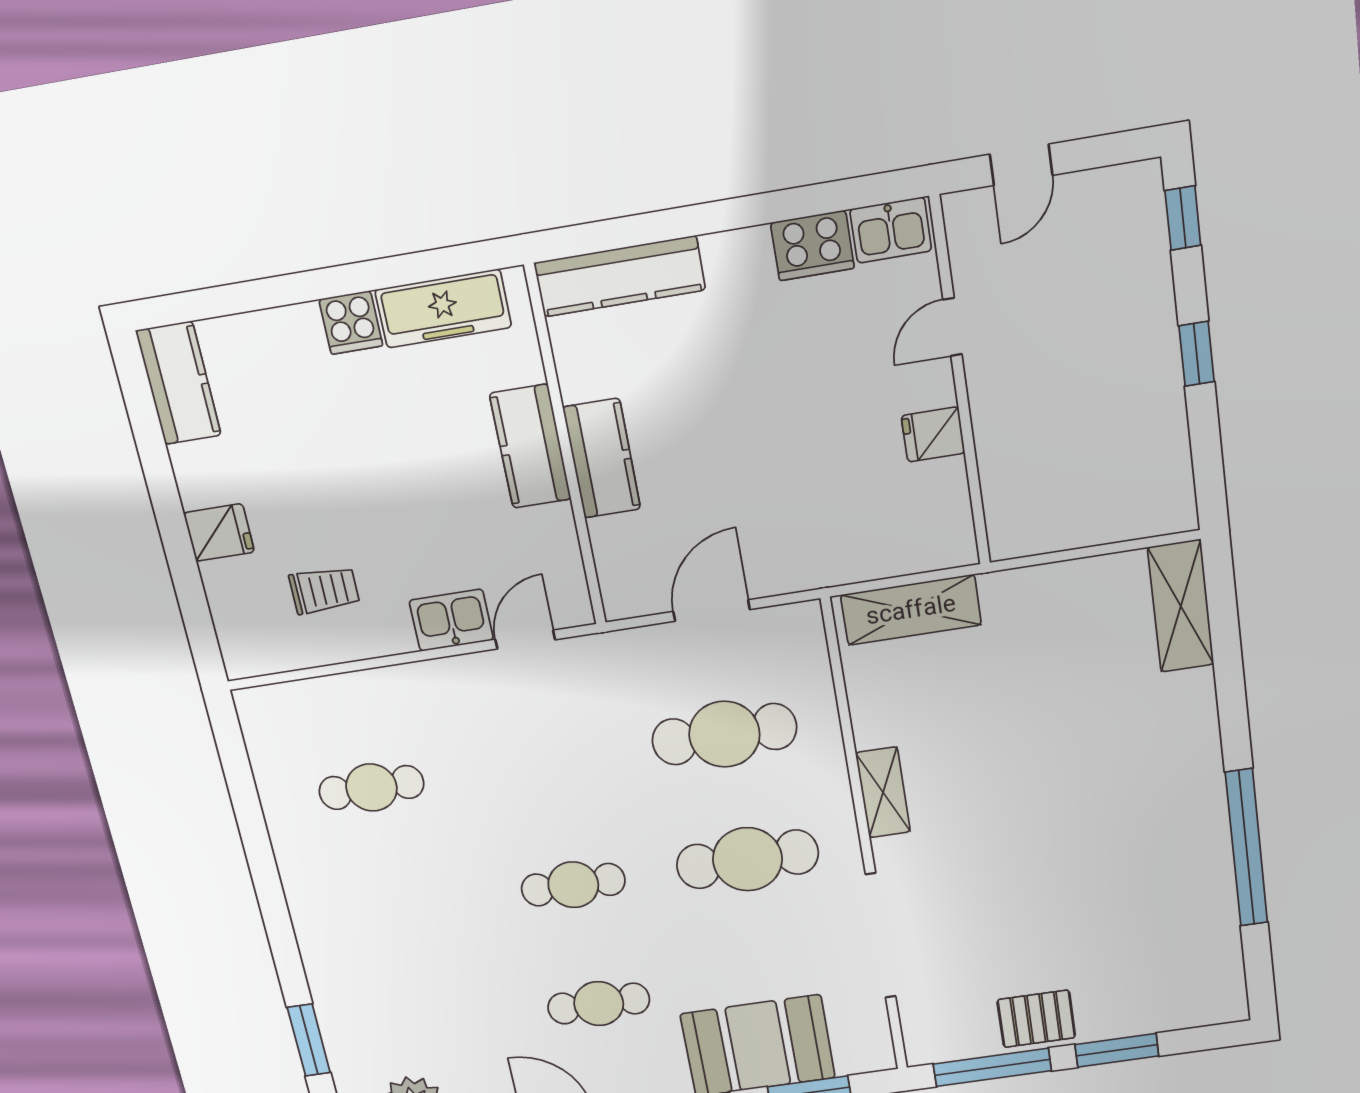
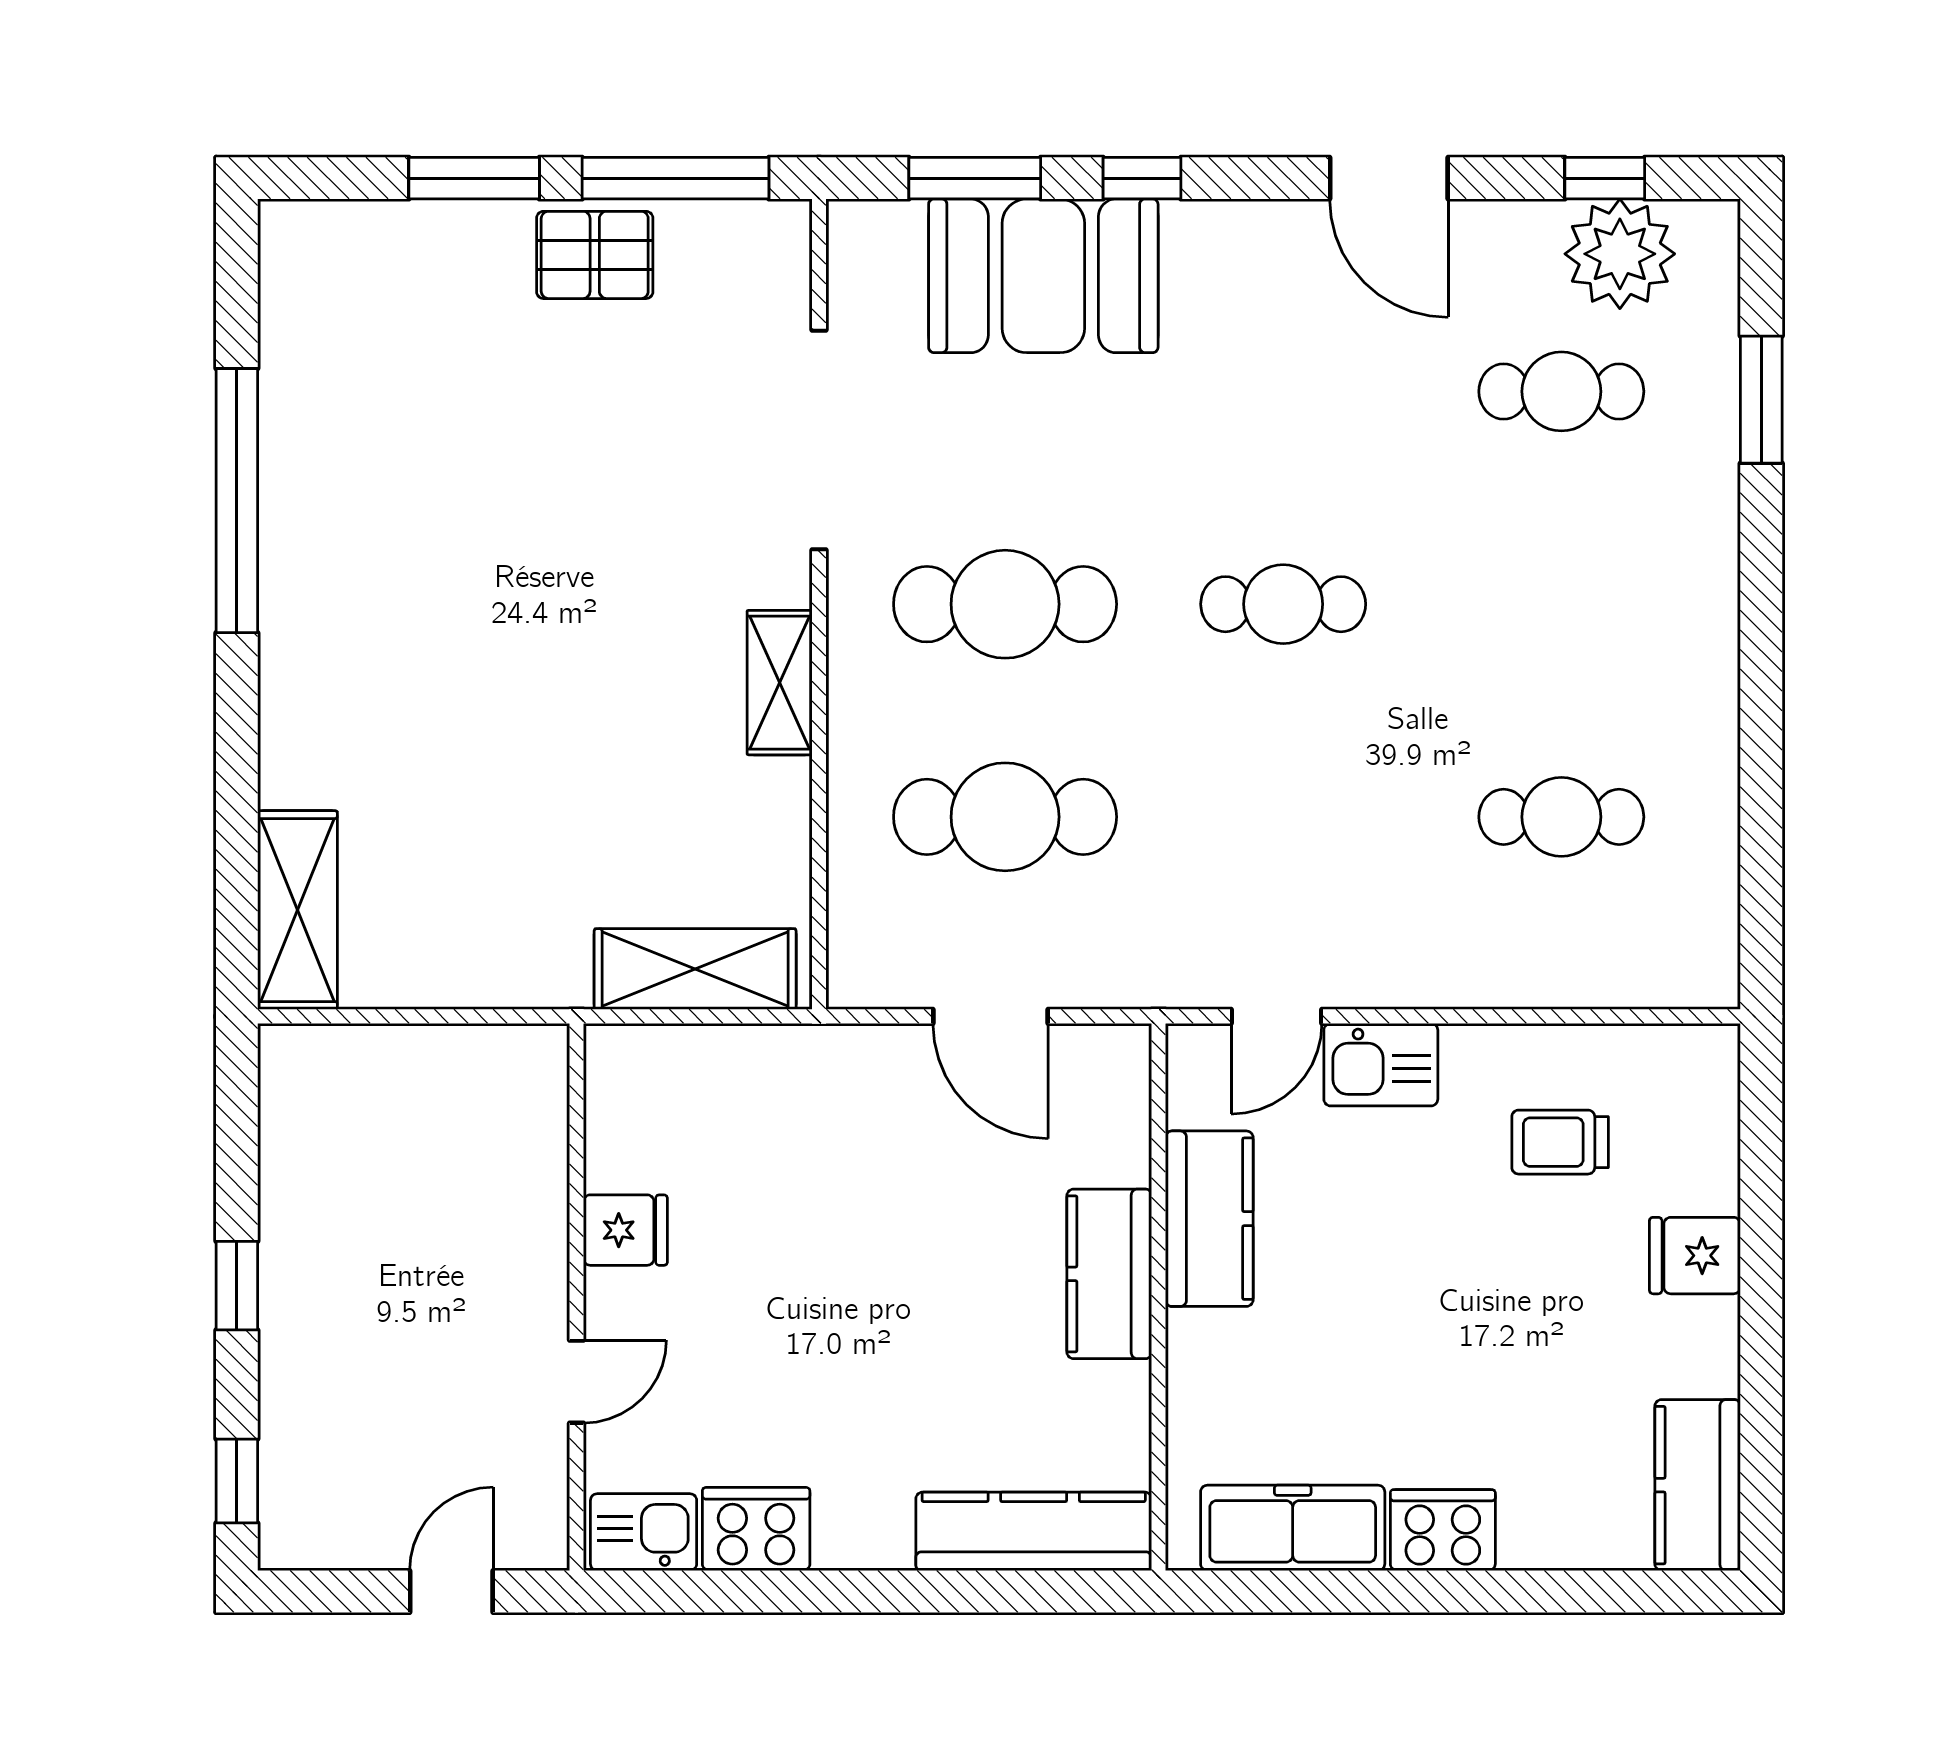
cooker: (351, 323) -> (1443, 1530), width x1.36
kitchen counter: (530, 446) -> (1209, 1219), moved
door: (711, 611) -> (990, 1016), hinge flipped
cafe table: (599, 1004) -> (1561, 391), moved

